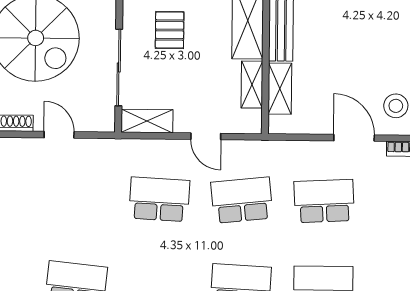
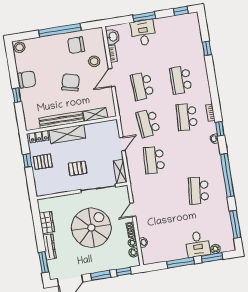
chair: (359, 47) -> (70, 82), added
shelving: (252, 85) -> (96, 127), removed

